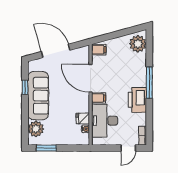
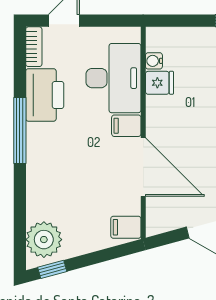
window: (134, 30) -> (52, 269), added
window: (149, 83) -> (20, 131), moved
printer: (137, 100) -> (45, 95), moved

